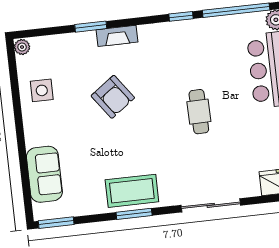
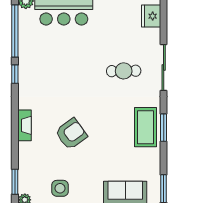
window: (91, 27) -> (15, 182), moved
cafe table: (199, 112) -> (124, 71), moved

